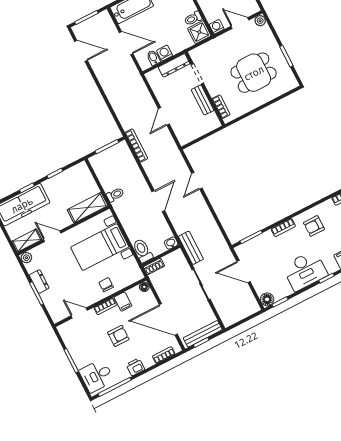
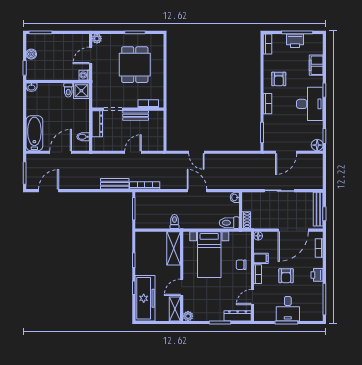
washing machine: (165, 53) -> (84, 126), removed
door: (164, 116) -> (133, 152), swing flipped
bench: (191, 248) -> (115, 184), moved
dresser: (39, 282) -> (238, 316), moved, width x1.44
armchair: (118, 336) -> (286, 276), turned 180
desk: (97, 376) -> (288, 309), moved

